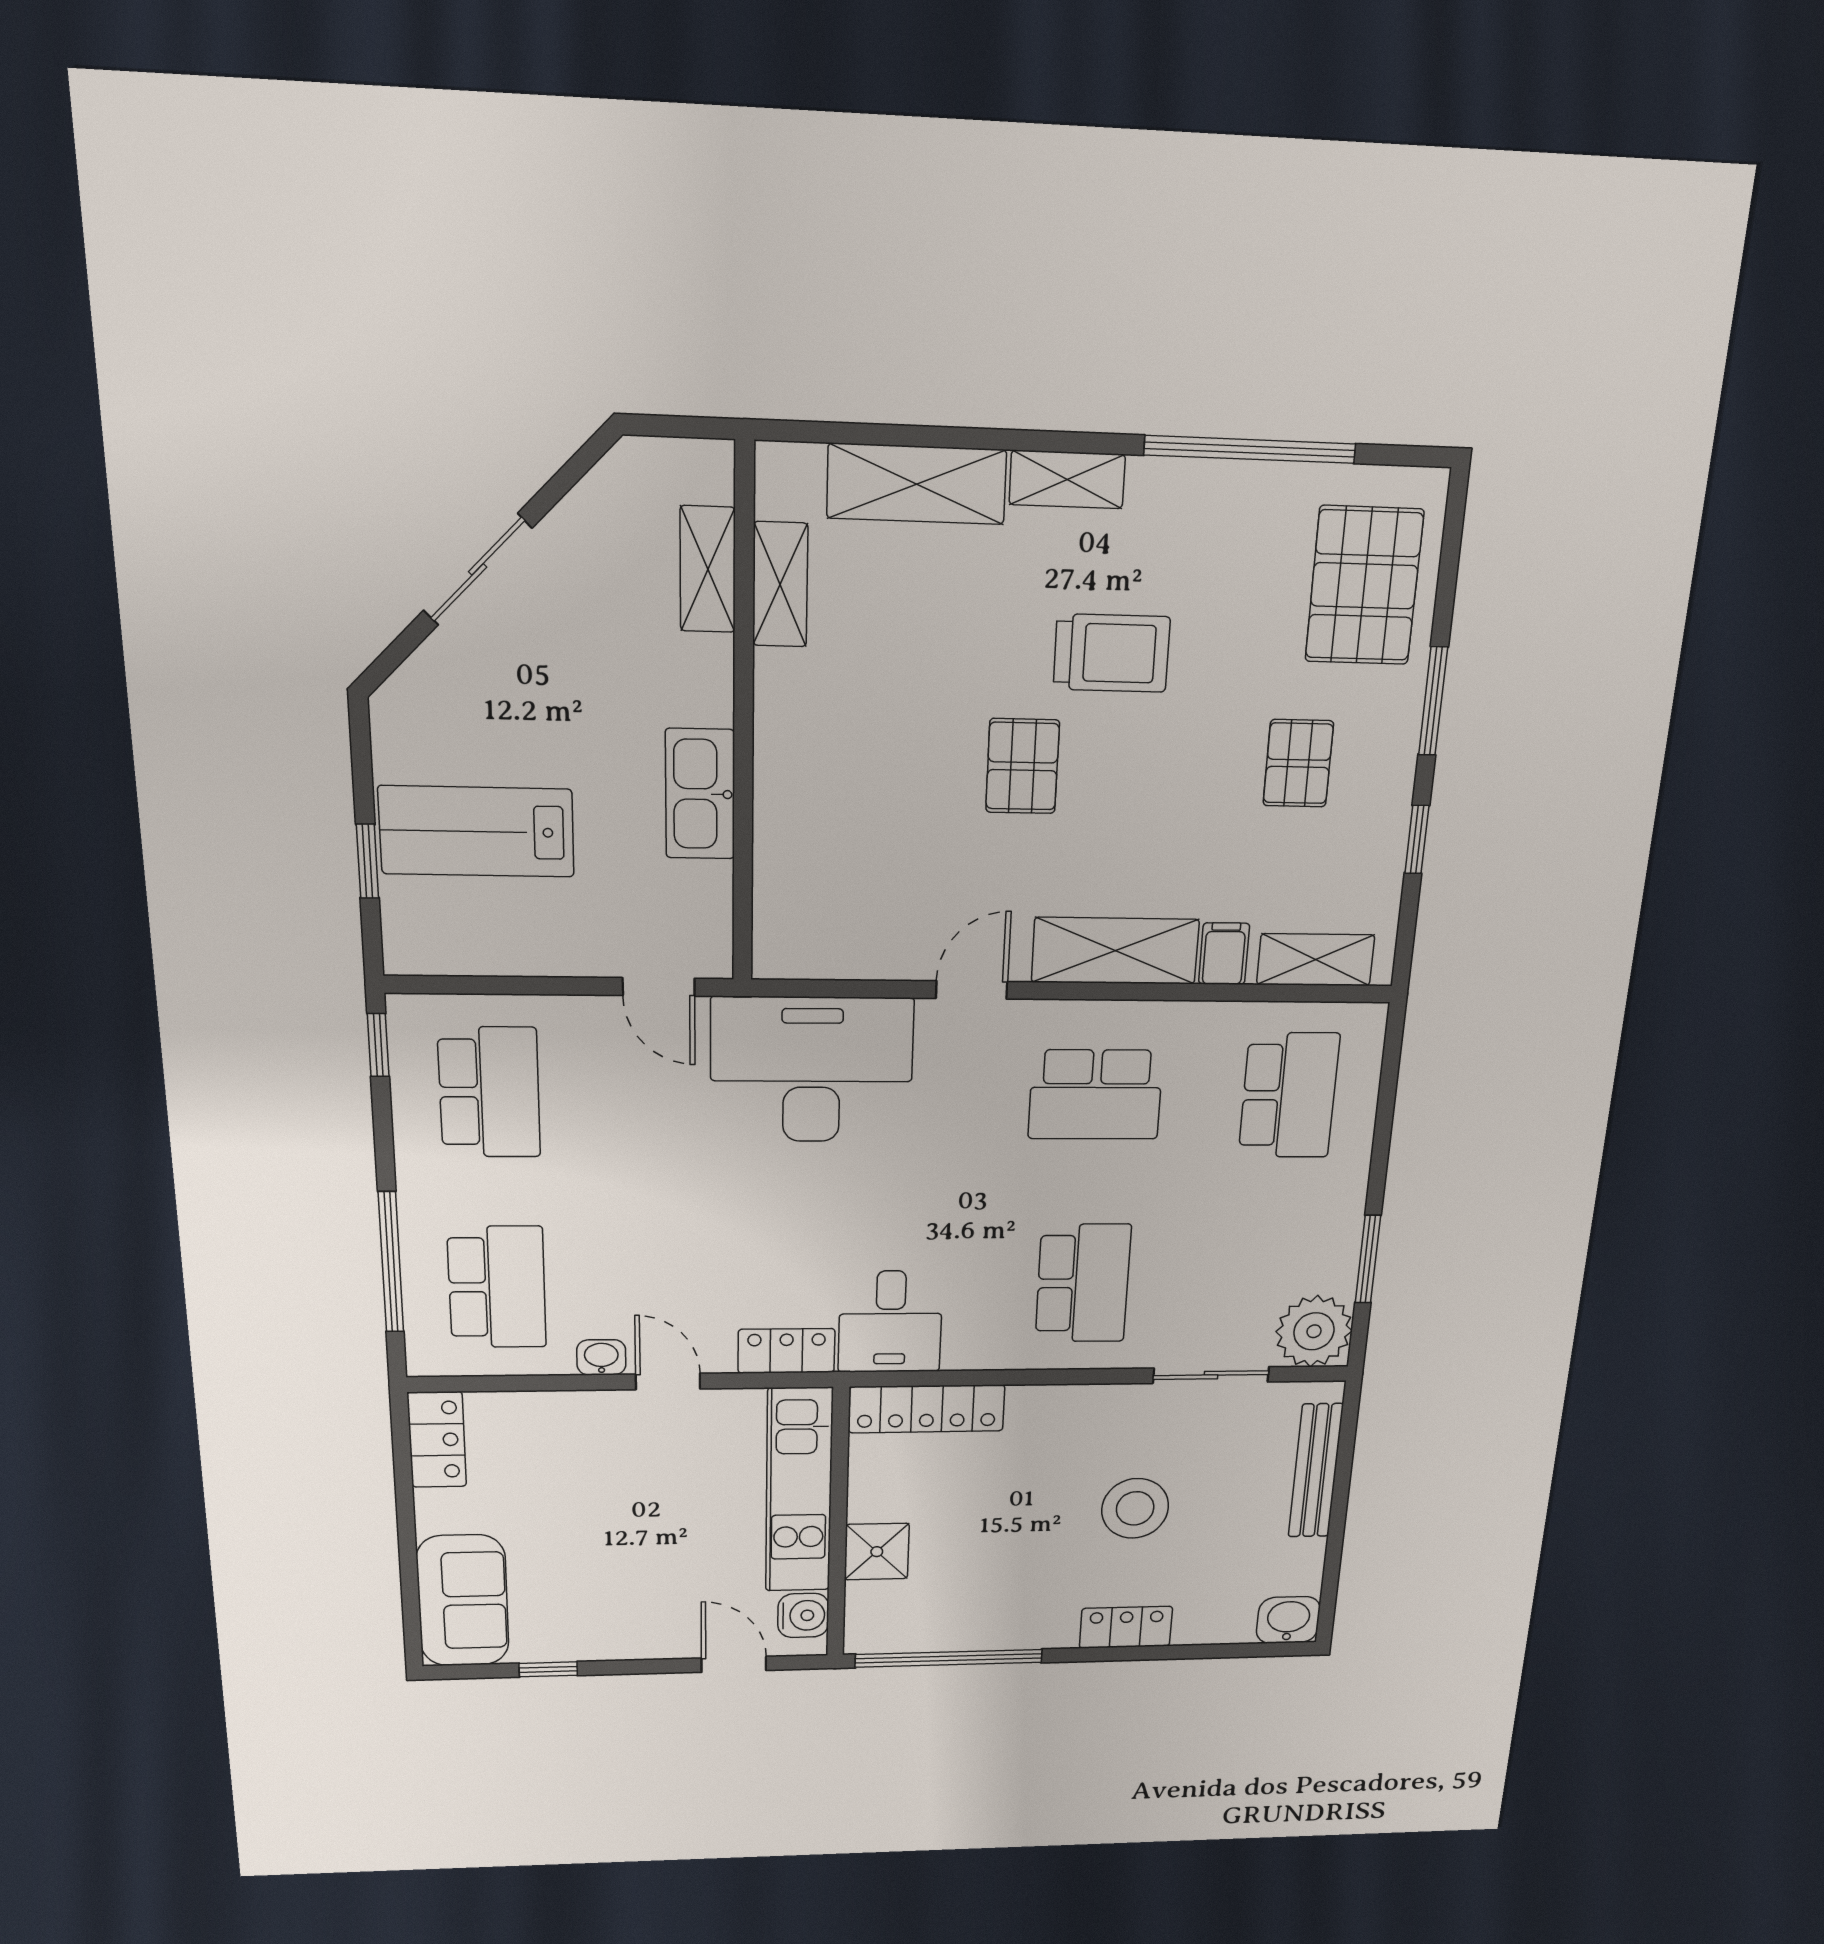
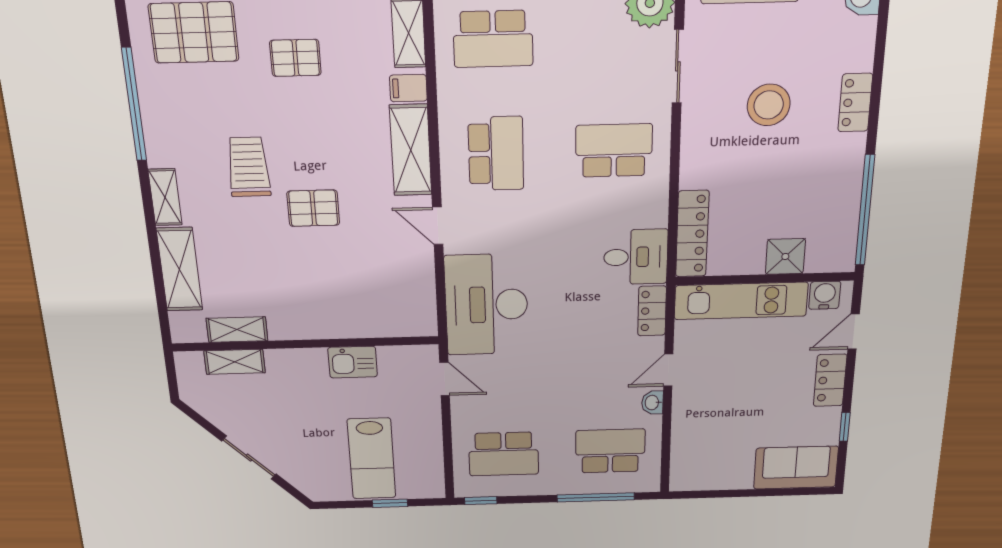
kitchen sink: (700, 794) -> (353, 362), width x0.73
door: (659, 987) -> (445, 379), hinge flipped
school desk: (489, 1092) -> (504, 454), turned 180
school desk: (1289, 1095) -> (493, 39), turned 180
locker: (437, 1440) -> (830, 380), moved, turned -90

